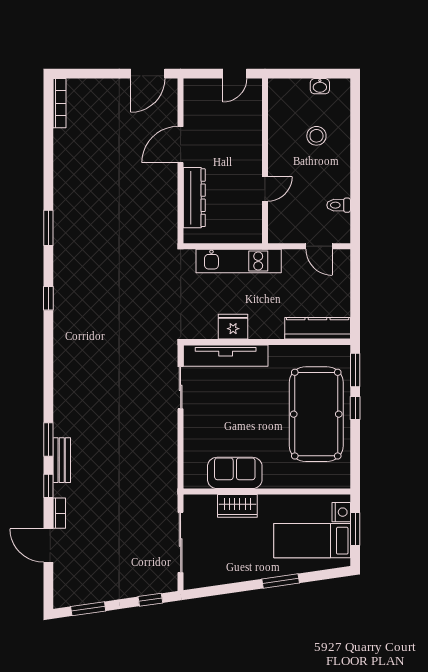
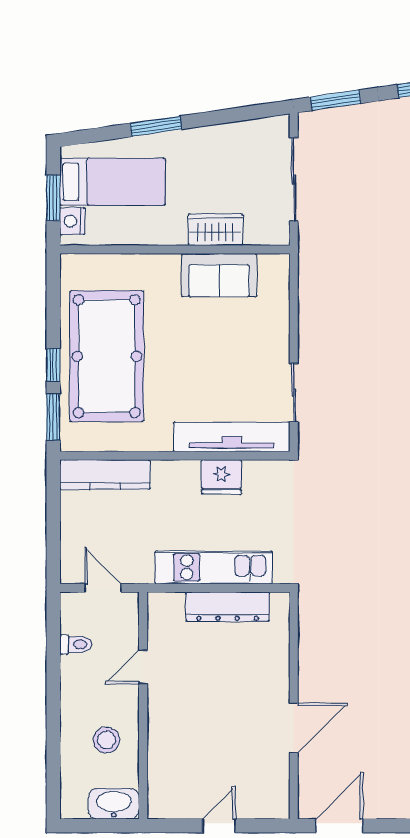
washbasin: (320, 86) -> (114, 804), width x1.91, depth x1.45
wall: (265, 161) -> (143, 705), moved
door: (265, 189) -> (143, 667), moved
dresser: (194, 198) -> (227, 607), moved, turned -90
window: (150, 600) -> (335, 100), width x1.50

